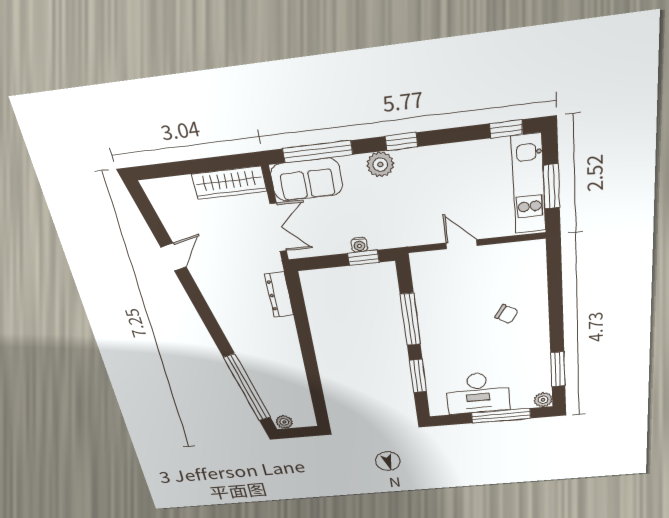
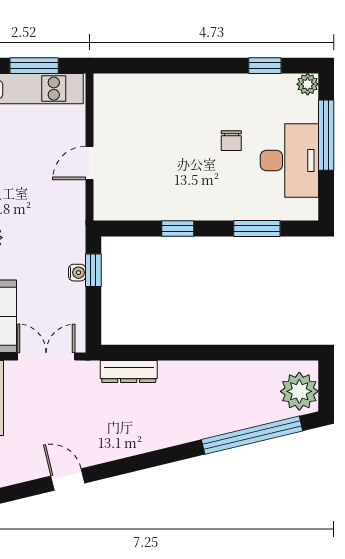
chair: (507, 314) -> (231, 141), moved, turned 147
window: (410, 319) -> (178, 229), width x0.46
window: (558, 369) -> (265, 66), width x0.67
plant: (284, 422) -> (299, 391), width x1.88, depth x1.88

